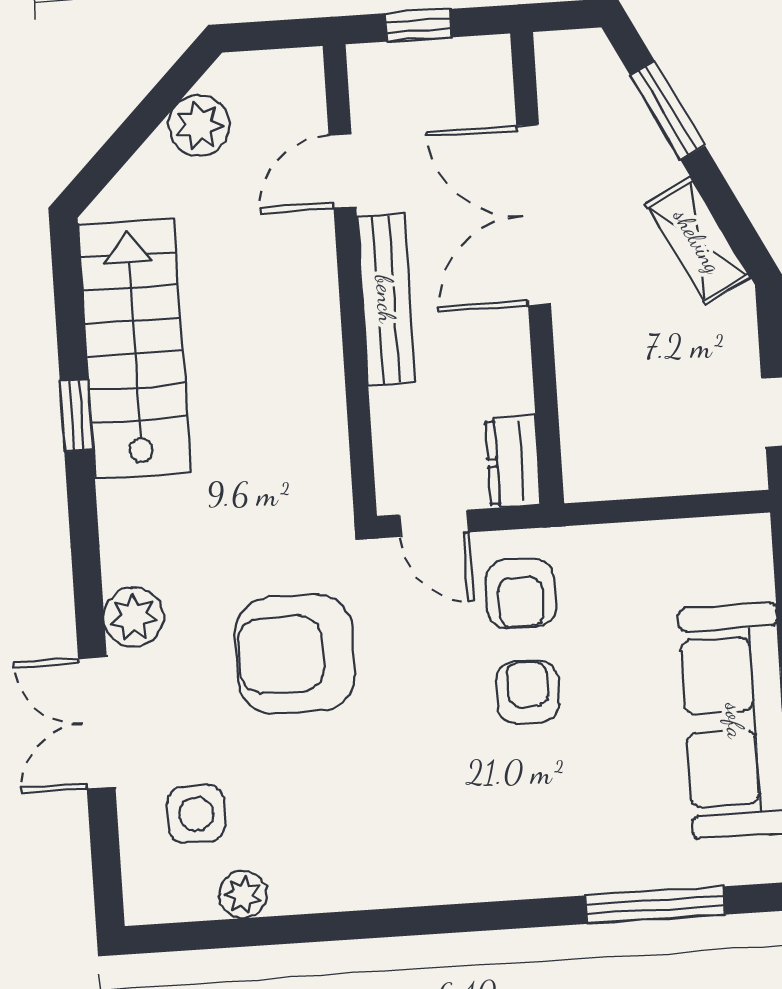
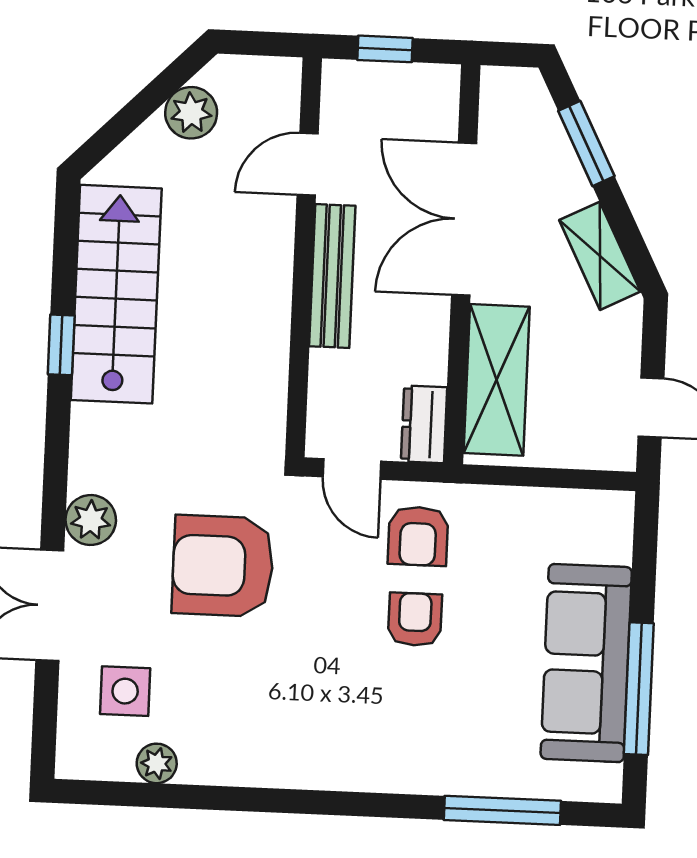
shelving: (593, 400) -> (497, 380), added

